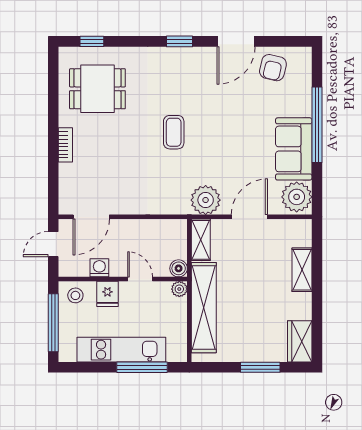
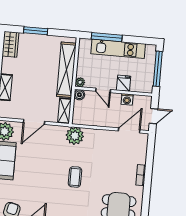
plant: (206, 200) -> (75, 136), moved
stool: (75, 295) -> (143, 84), removed

